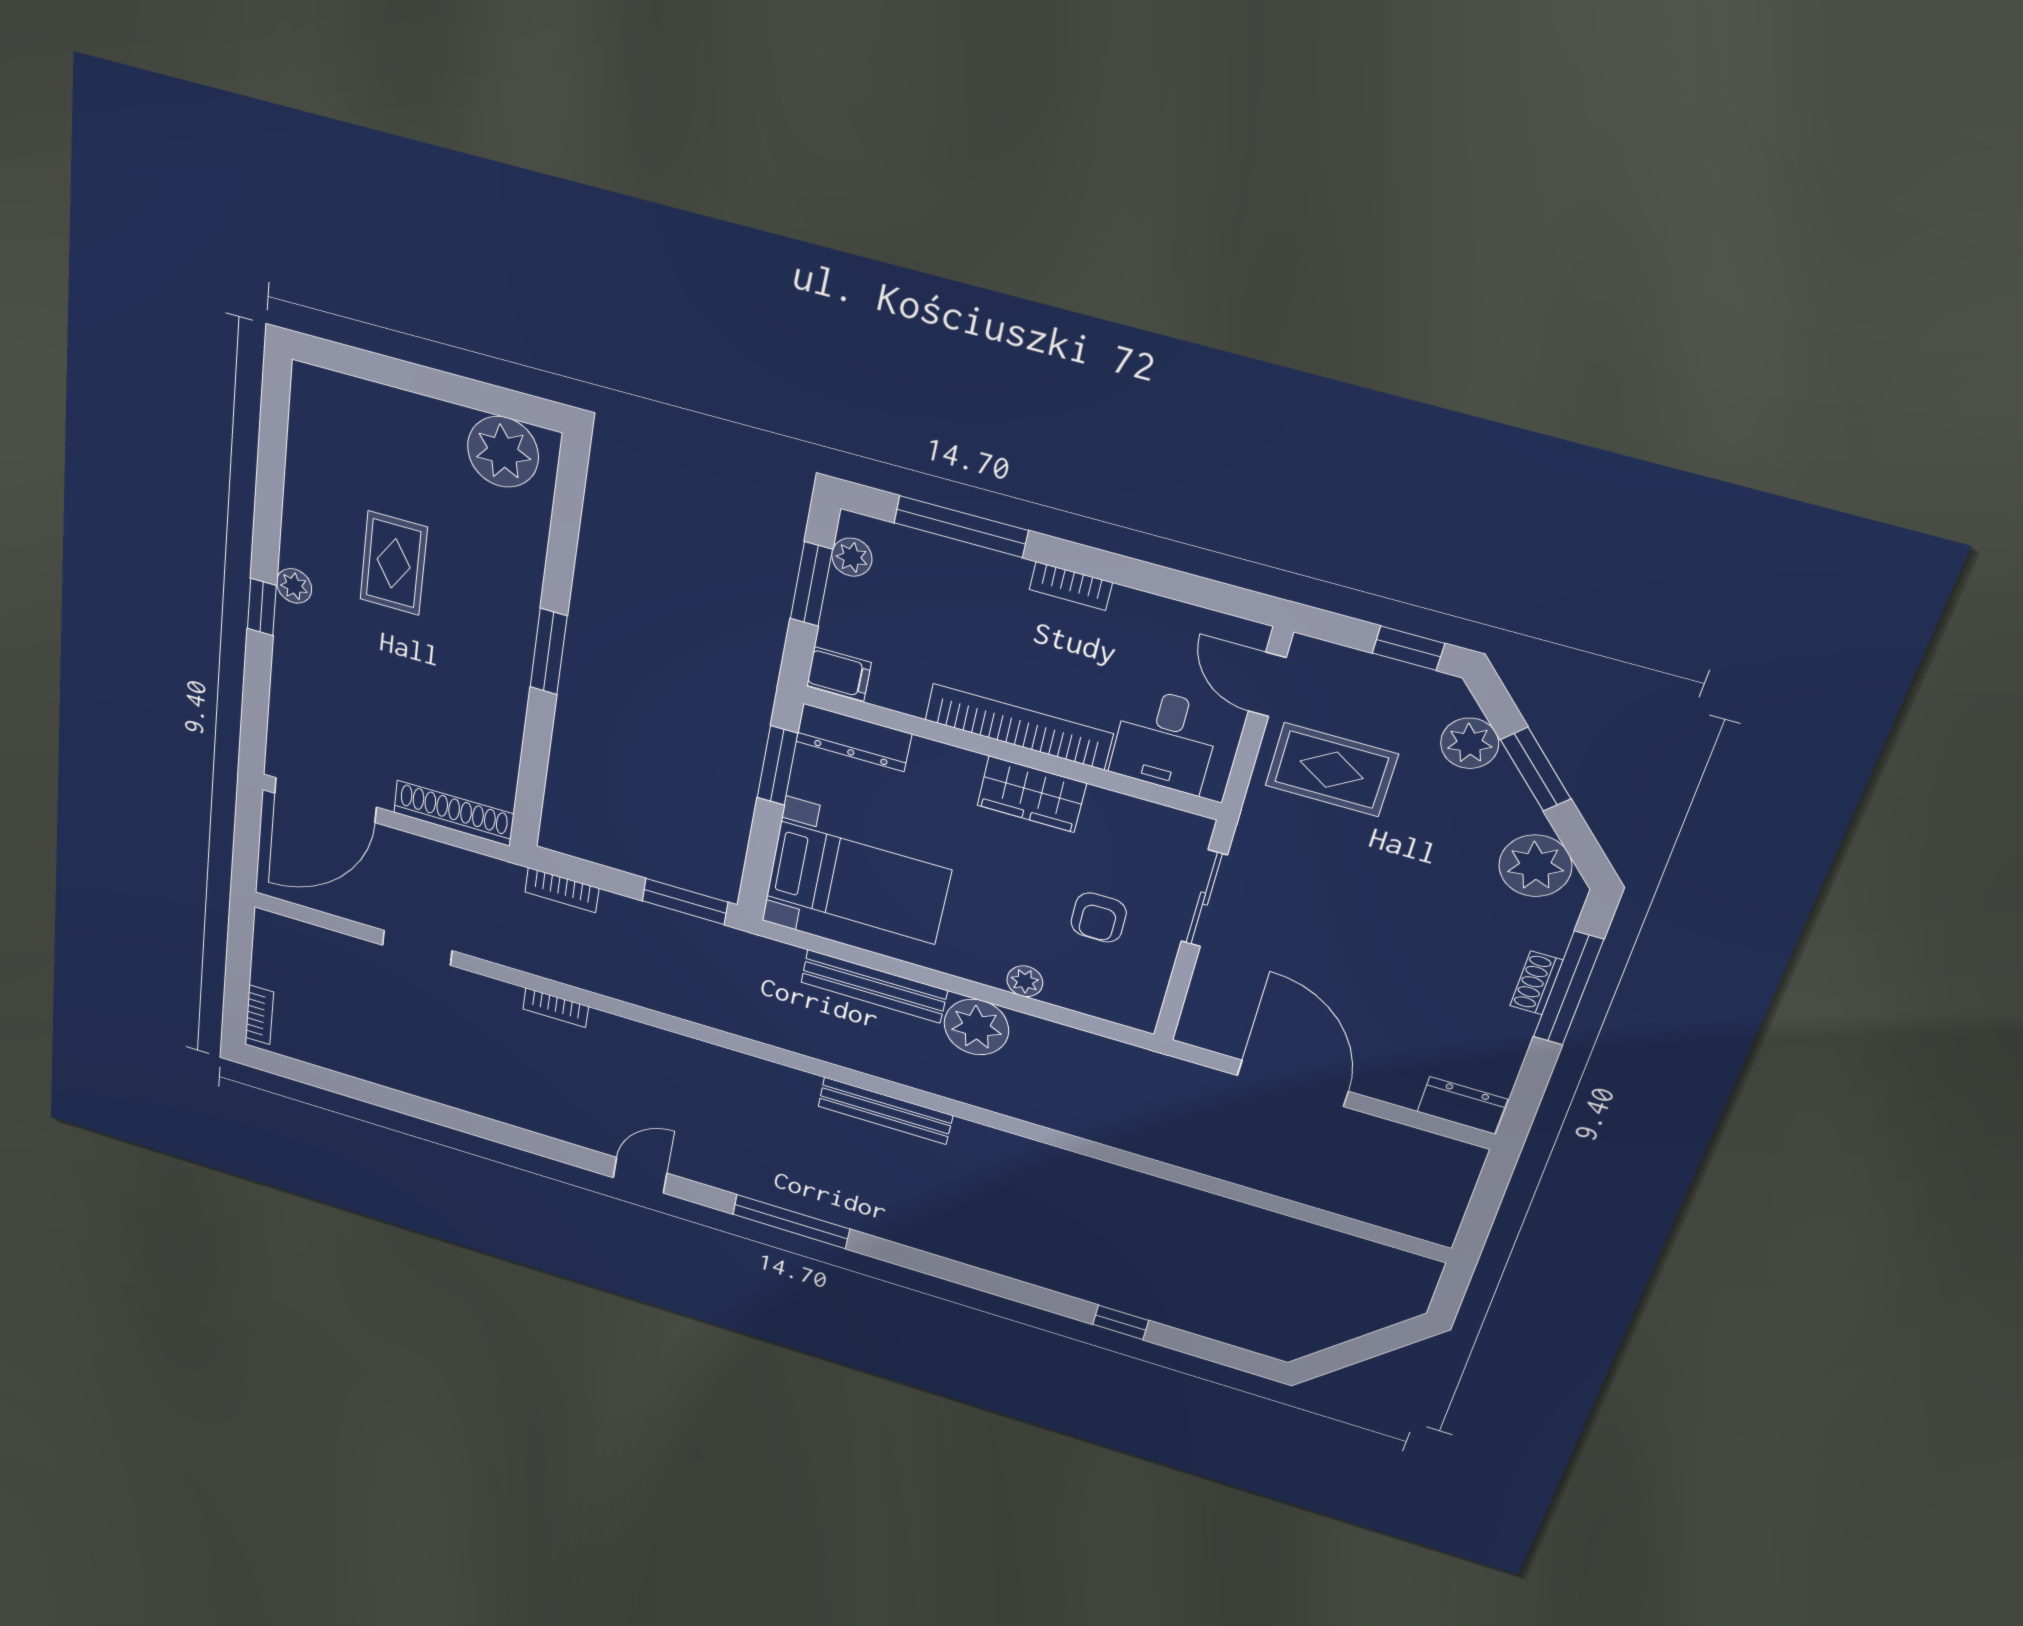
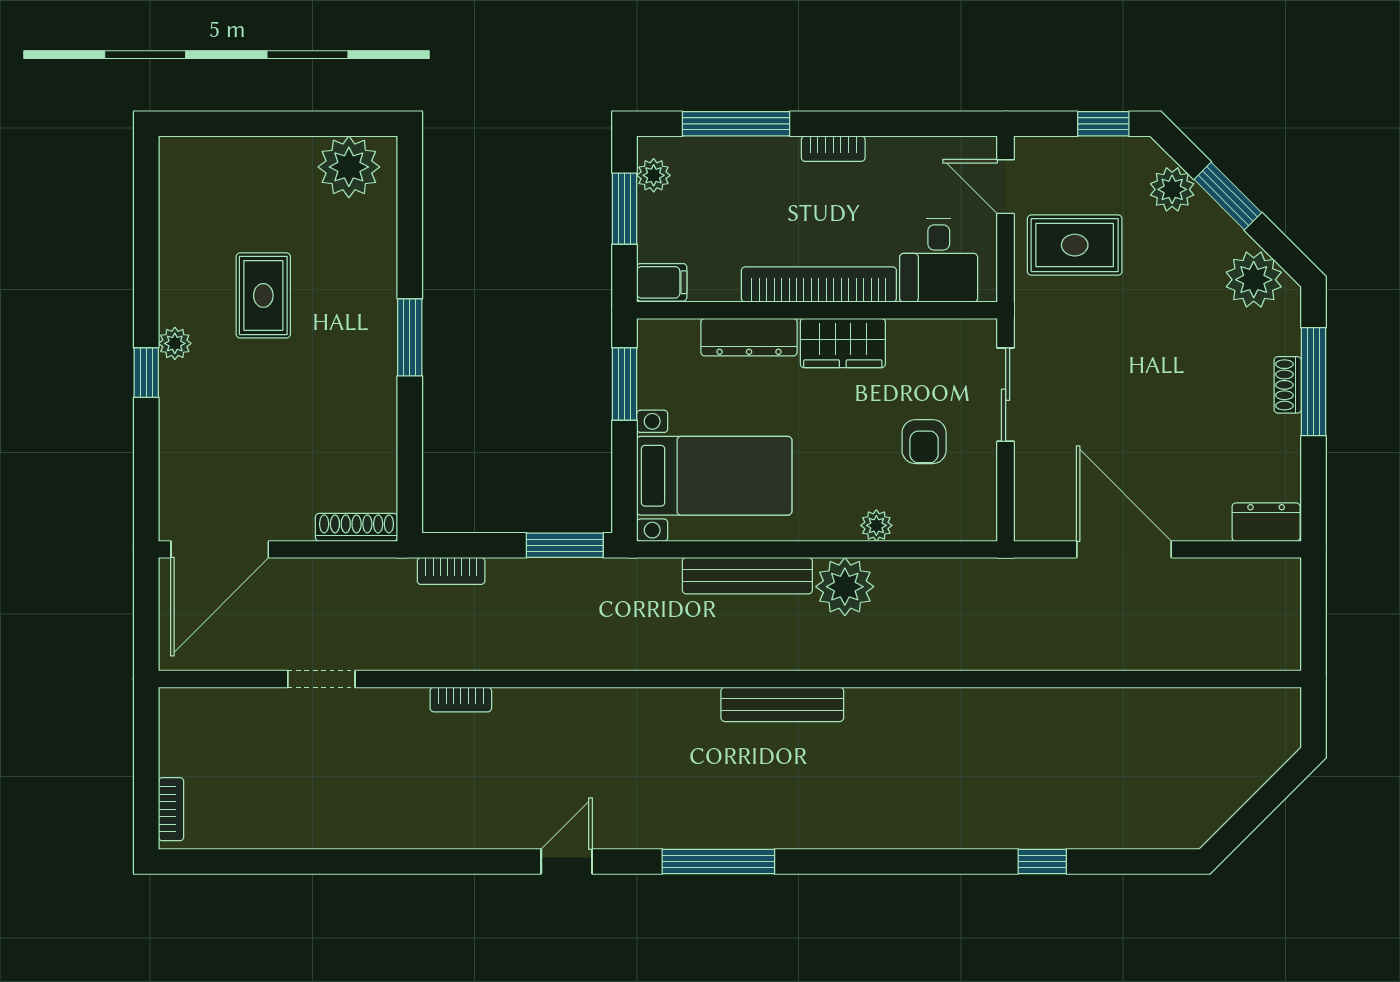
dresser: (854, 738) -> (749, 337), moved
shoe rack: (454, 813) -> (357, 527), width x0.74, depth x0.81

